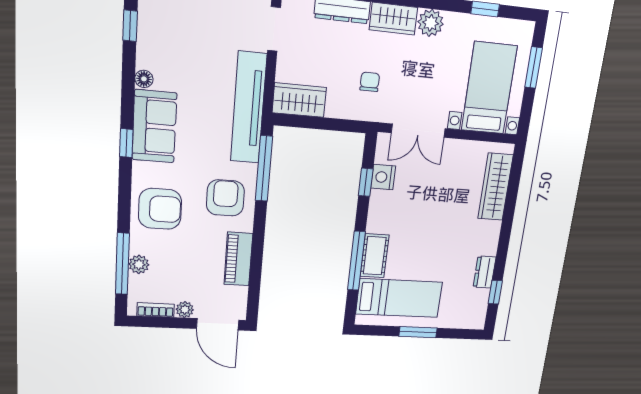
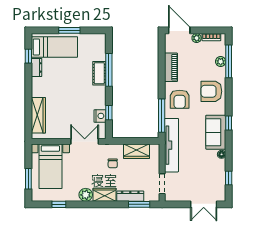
wardrobe: (299, 100) -> (136, 151), moved
bed: (399, 298) -> (54, 47), moved, turned 180

